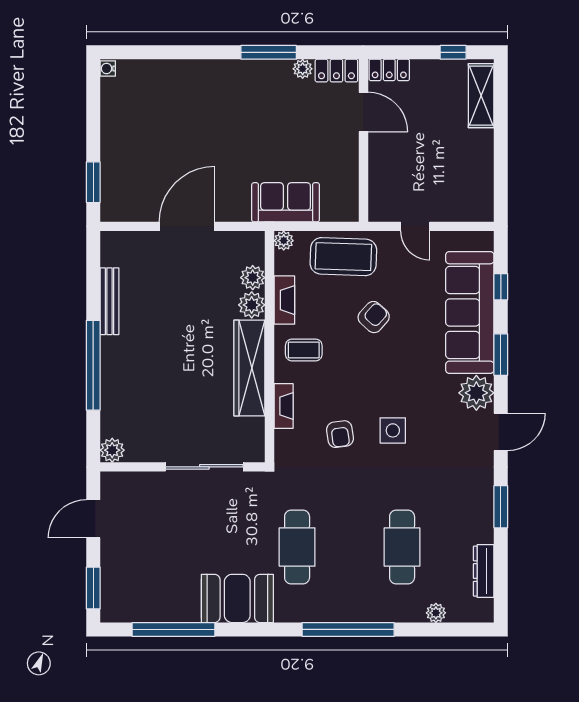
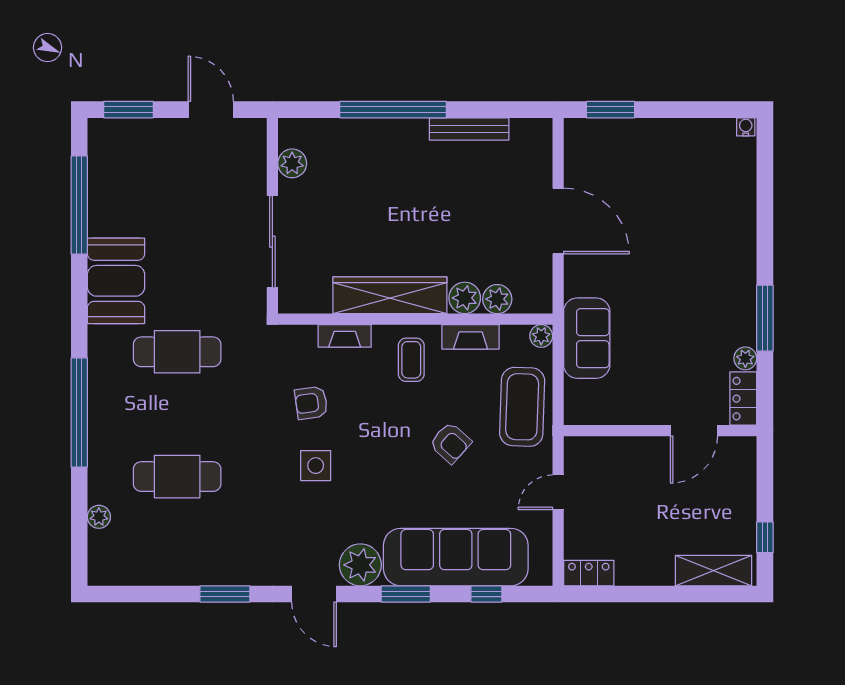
locker: (389, 70) -> (589, 573), moved, turned 90
plant: (112, 450) -> (292, 163), moved
dresser: (484, 571) -> (149, 574), removed

